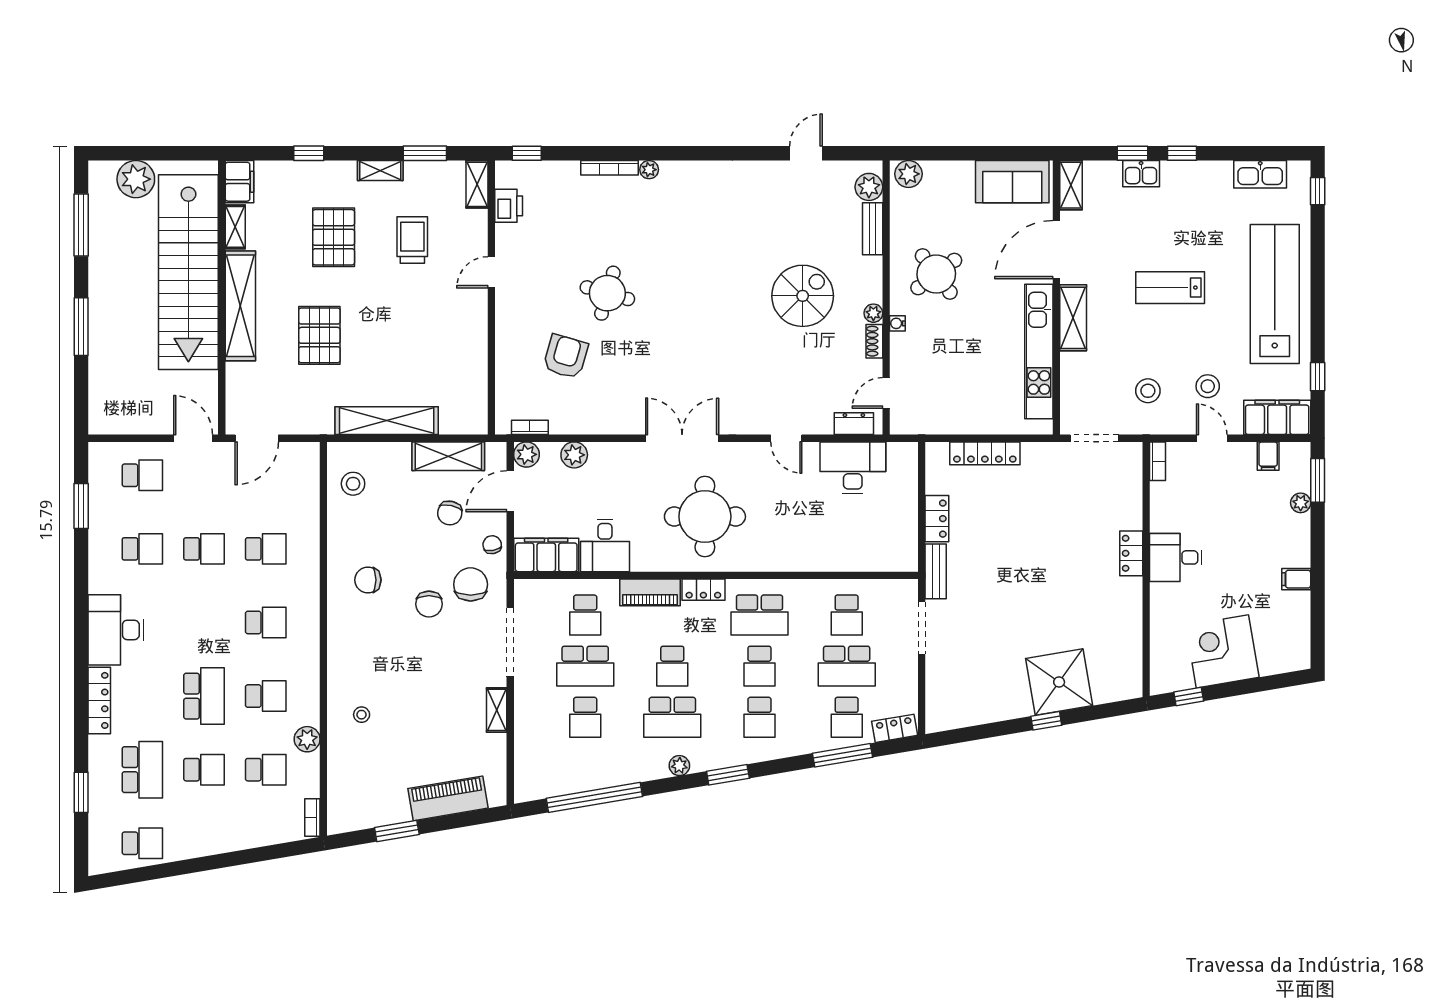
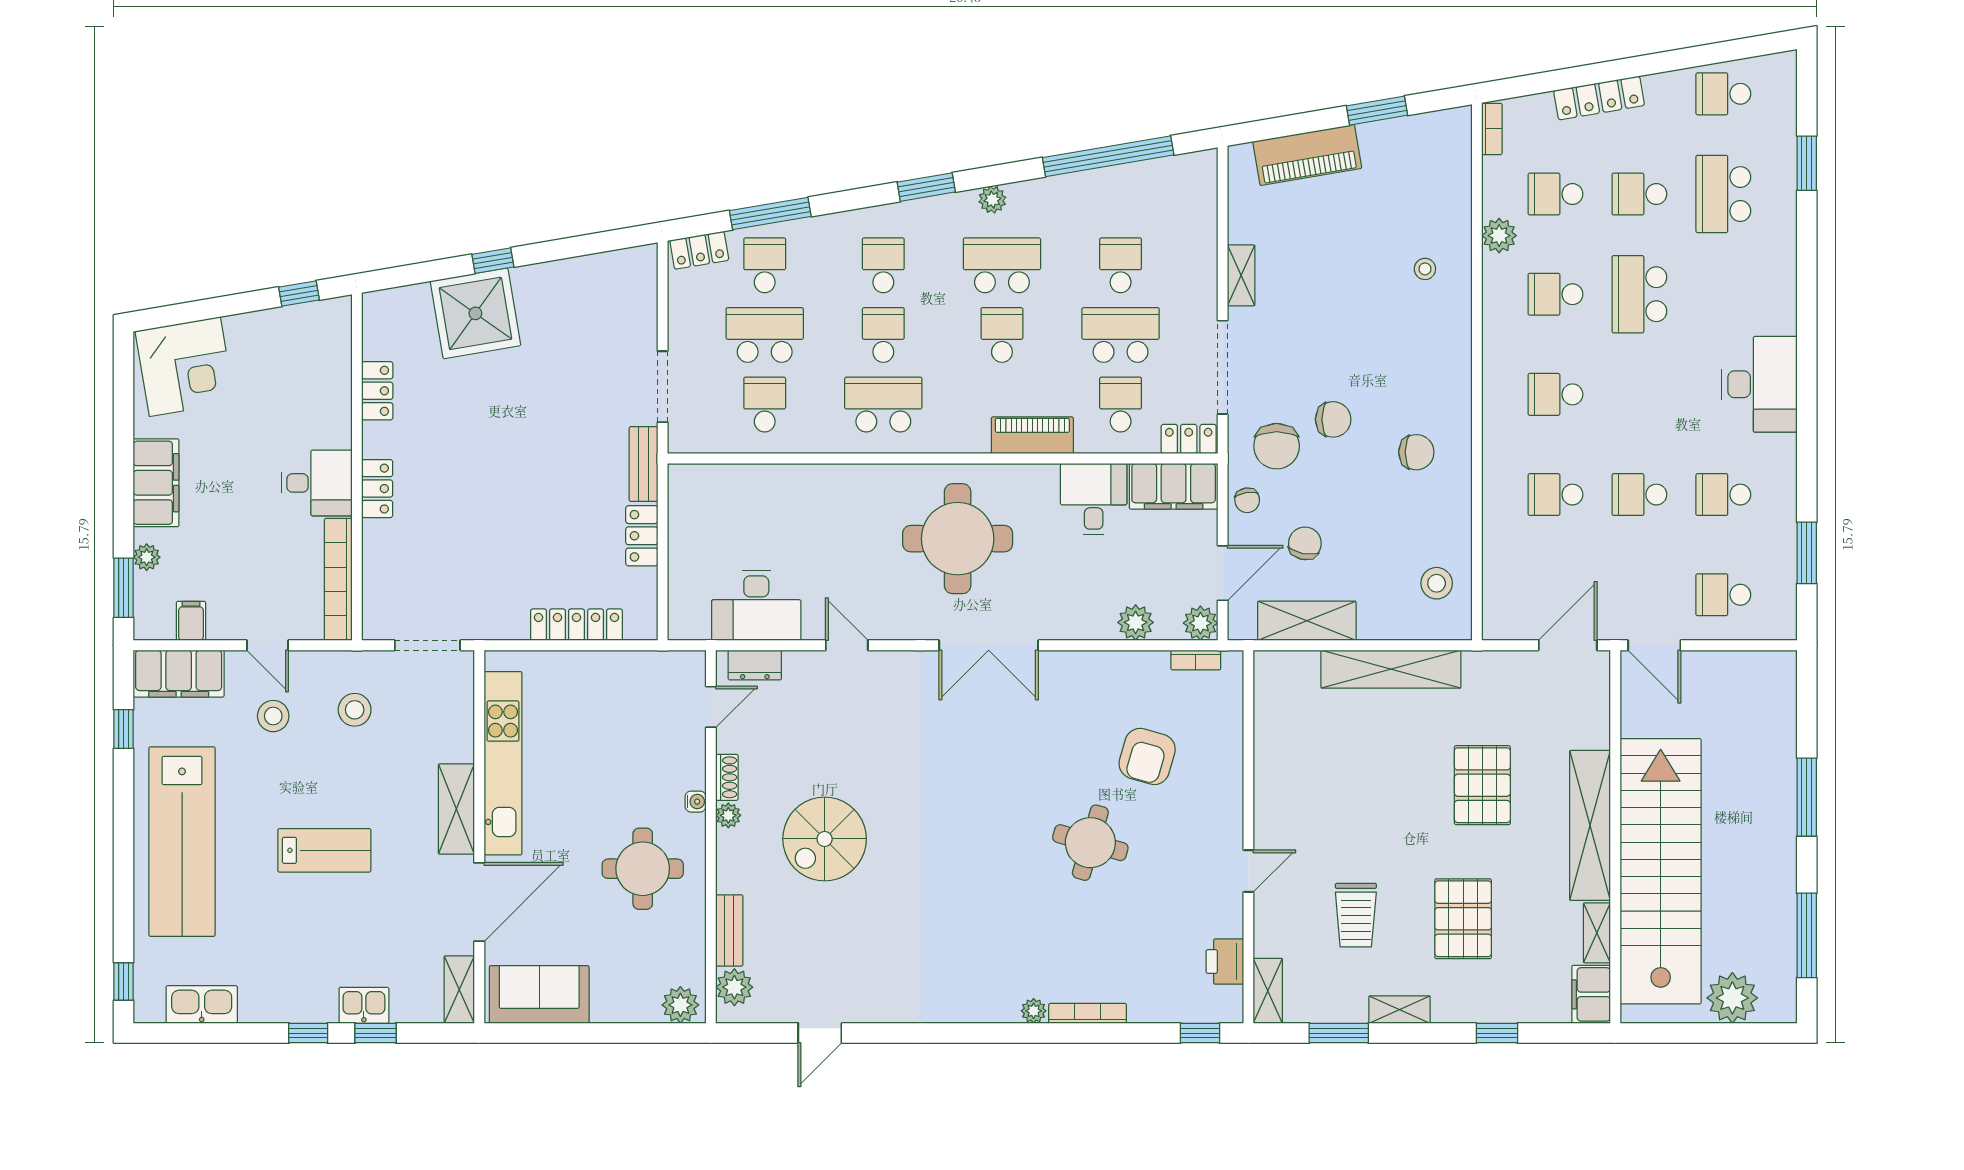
round table: (936, 274) -> (643, 869), turned 37
bookcase: (1157, 461) -> (338, 579), width x2.31, depth x1.31
filing cabinet: (1296, 579) -> (156, 483), width x3.00, depth x1.17
locker: (703, 590) -> (1189, 439), moved
chair: (429, 604) -> (1333, 419), turned 90
locker: (1131, 625) -> (377, 391), added
corner desk: (1222, 651) -> (185, 367), moved
locker: (99, 700) -> (1599, 98), moved, turned -100

